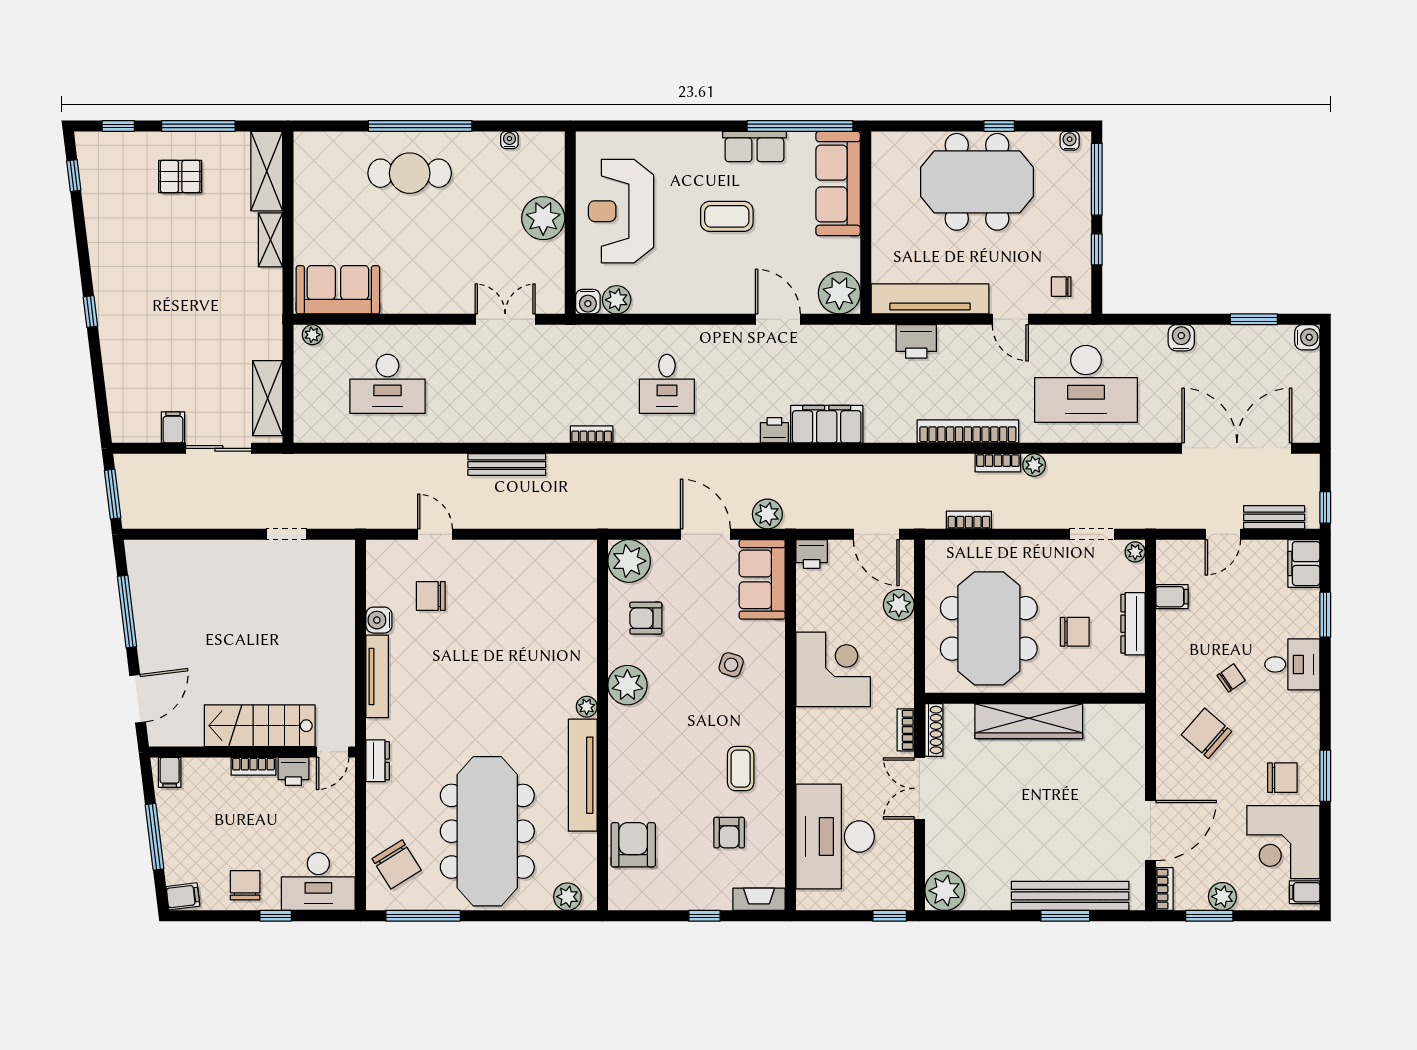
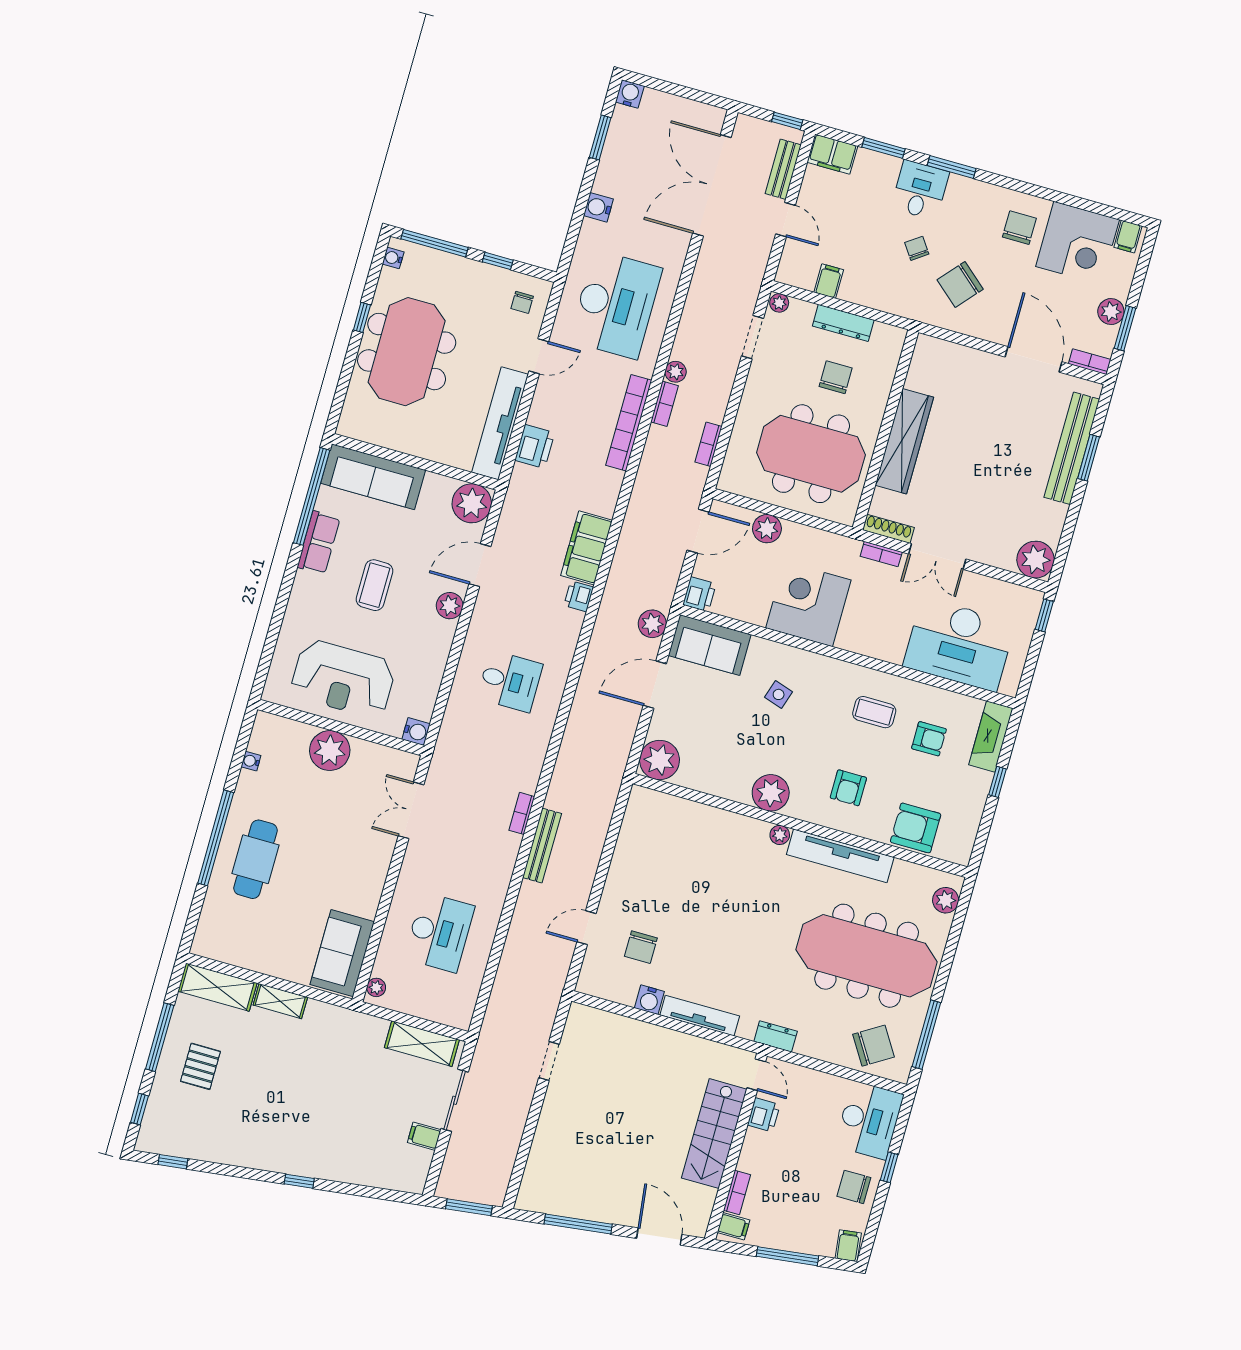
plant: (617, 300) -> (450, 606), moved
bookcase: (592, 434) -> (522, 813), moved
armchair: (646, 618) -> (848, 788), moved
bookcase: (253, 766) -> (737, 1193), moved
window: (1325, 776) -> (952, 167), moved
fireplace: (759, 899) -> (991, 736), width x1.37, depth x1.32

